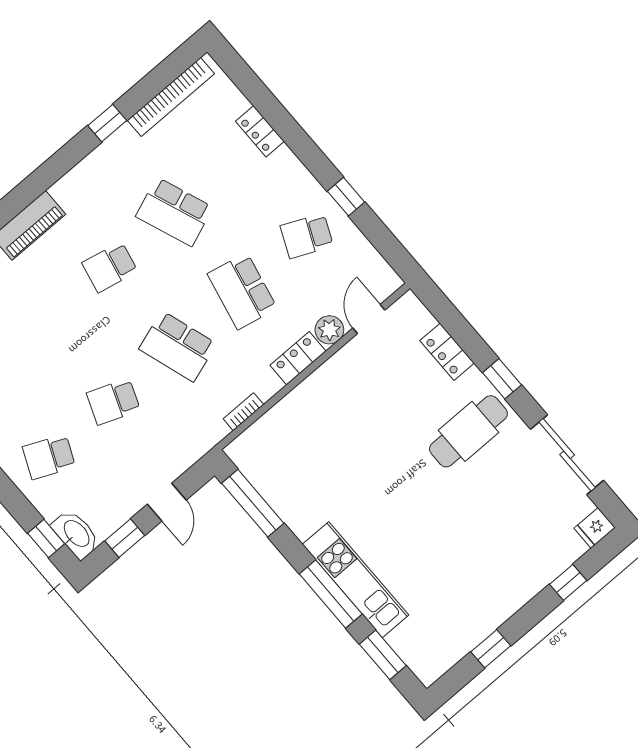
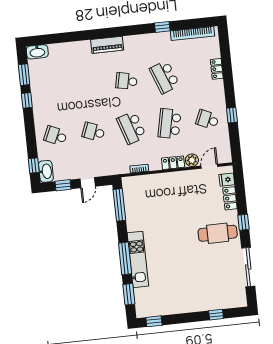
fridge: (595, 528) -> (227, 180), moved
window: (491, 649) -> (154, 321), moved

